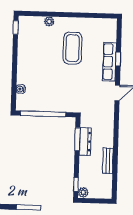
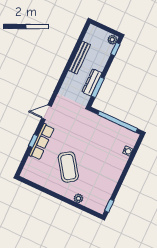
coffee table: (72, 48) -> (68, 167), turned -35
bench: (108, 161) -> (80, 58), width x1.36

